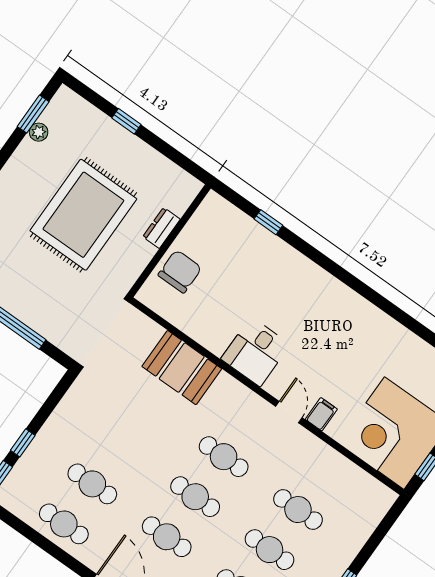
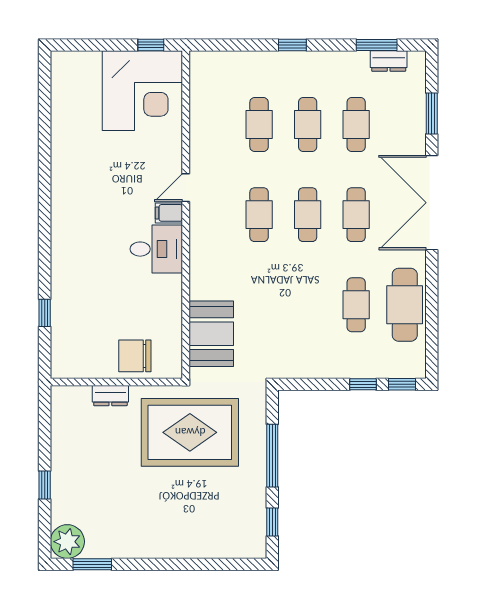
plant: (39, 132) -> (67, 542), moved, width x1.88, depth x1.88
rug: (83, 215) -> (190, 432), moved
booth: (182, 368) -> (211, 334), moved
filing cabinet: (321, 414) -> (169, 213), moved
cafe table: (64, 524) -> (405, 305), width x1.37, depth x1.35

